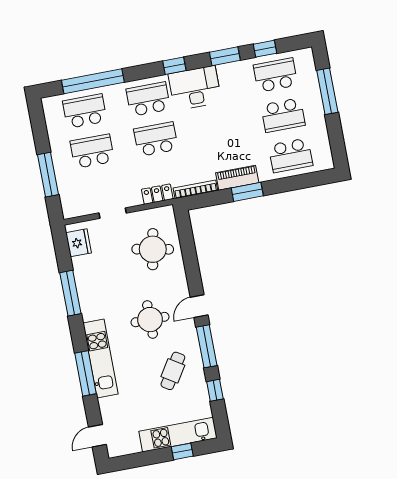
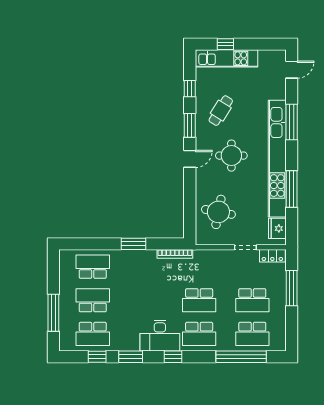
piano: (237, 178) -> (139, 257), removed
locker: (157, 194) -> (272, 256), moved
window: (207, 346) -> (190, 125), width x0.69
kitchen unit: (101, 358) -> (277, 159), width x1.86

